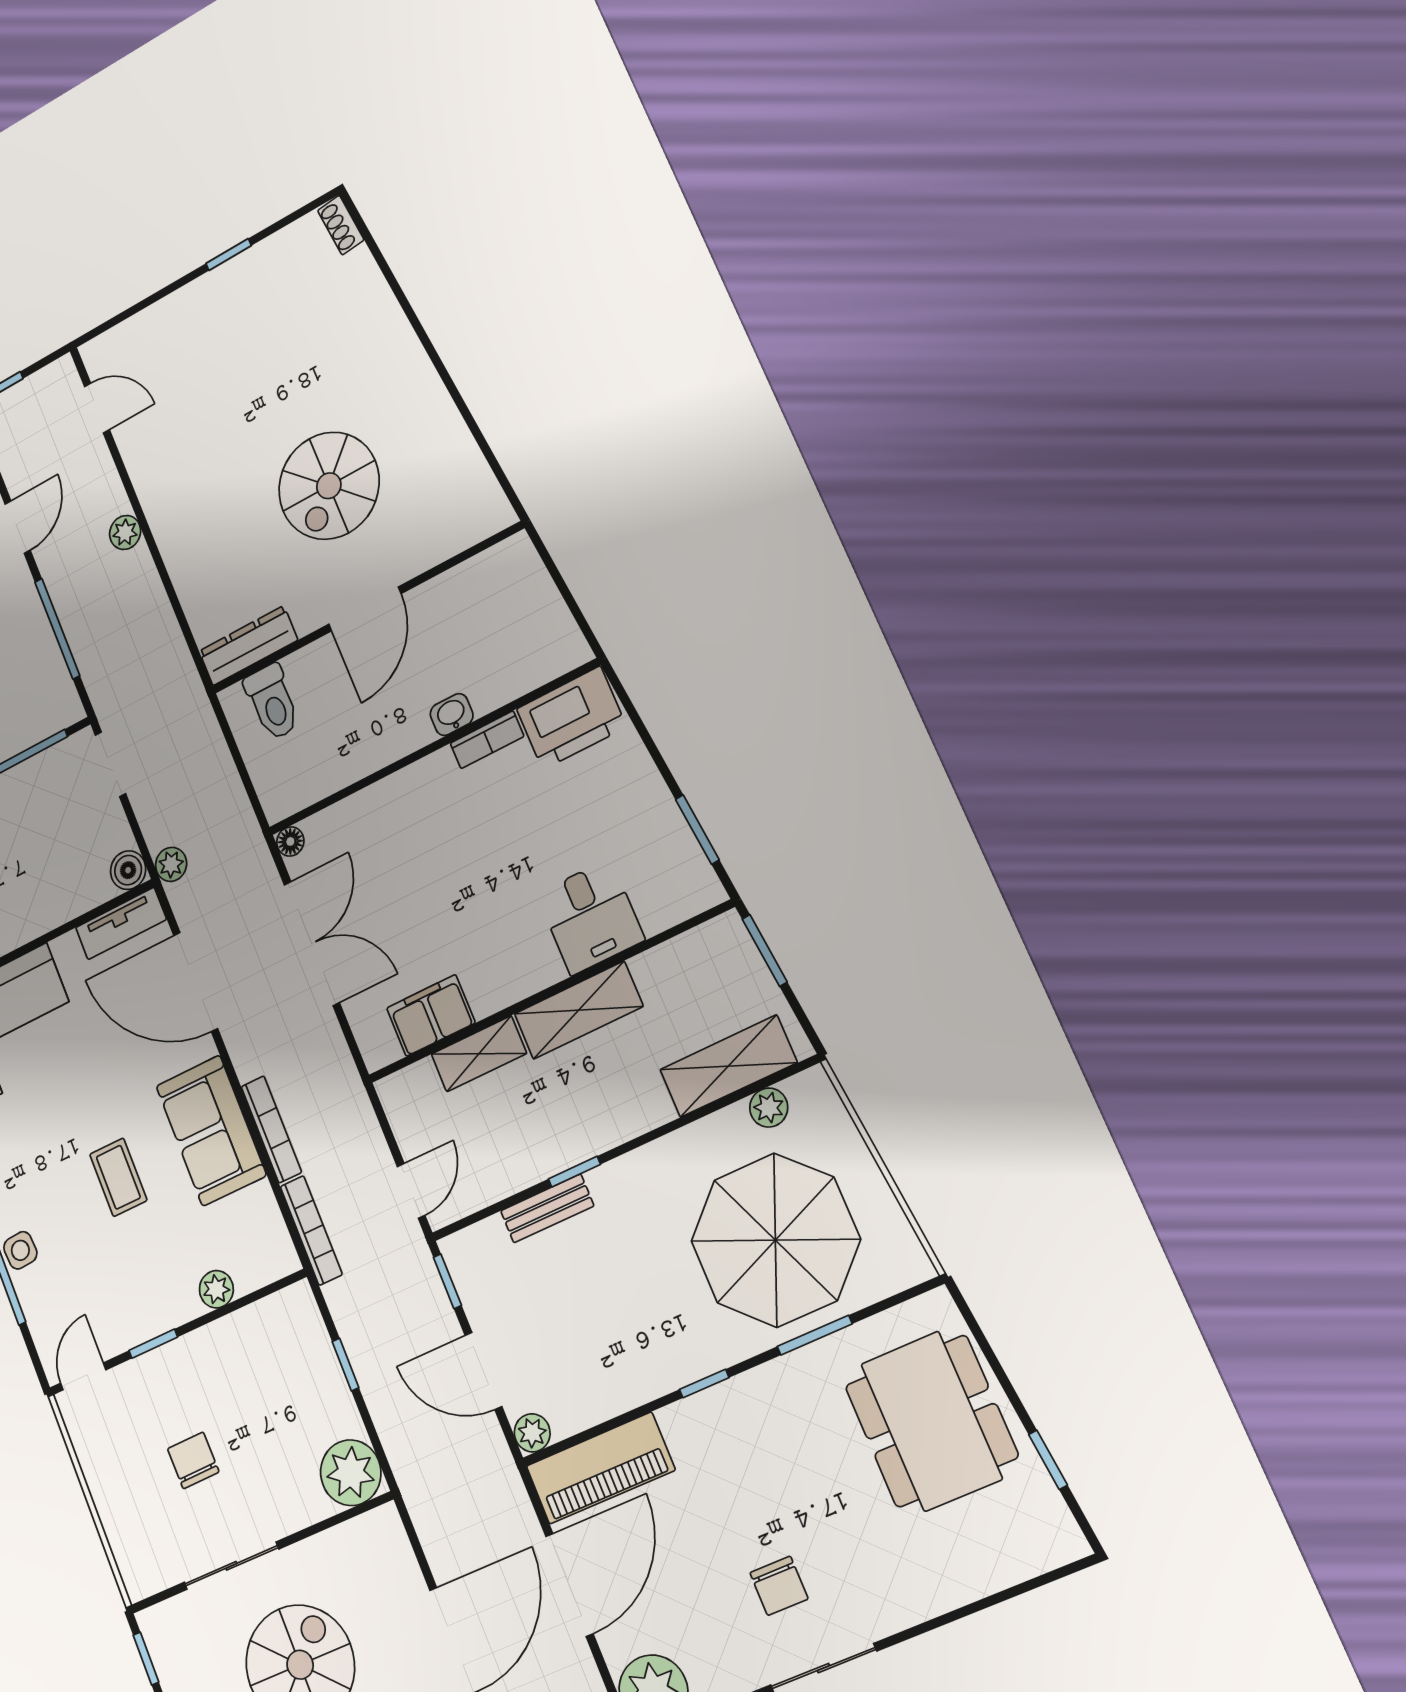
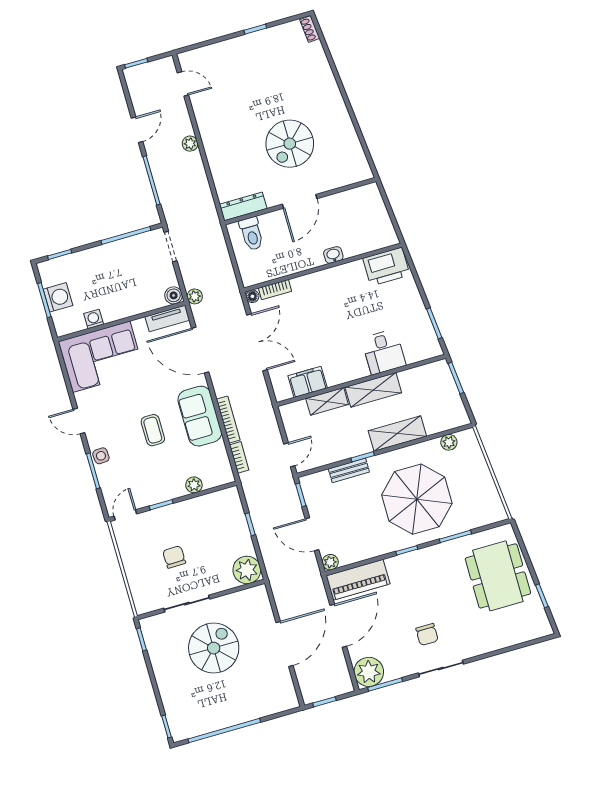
bookcase: (487, 740) -> (275, 290), moved
shelving: (728, 1066) -> (397, 434), moved
bookcase: (311, 1230) -> (239, 457), width x0.64
parasol: (775, 1240) -> (417, 499), moved

